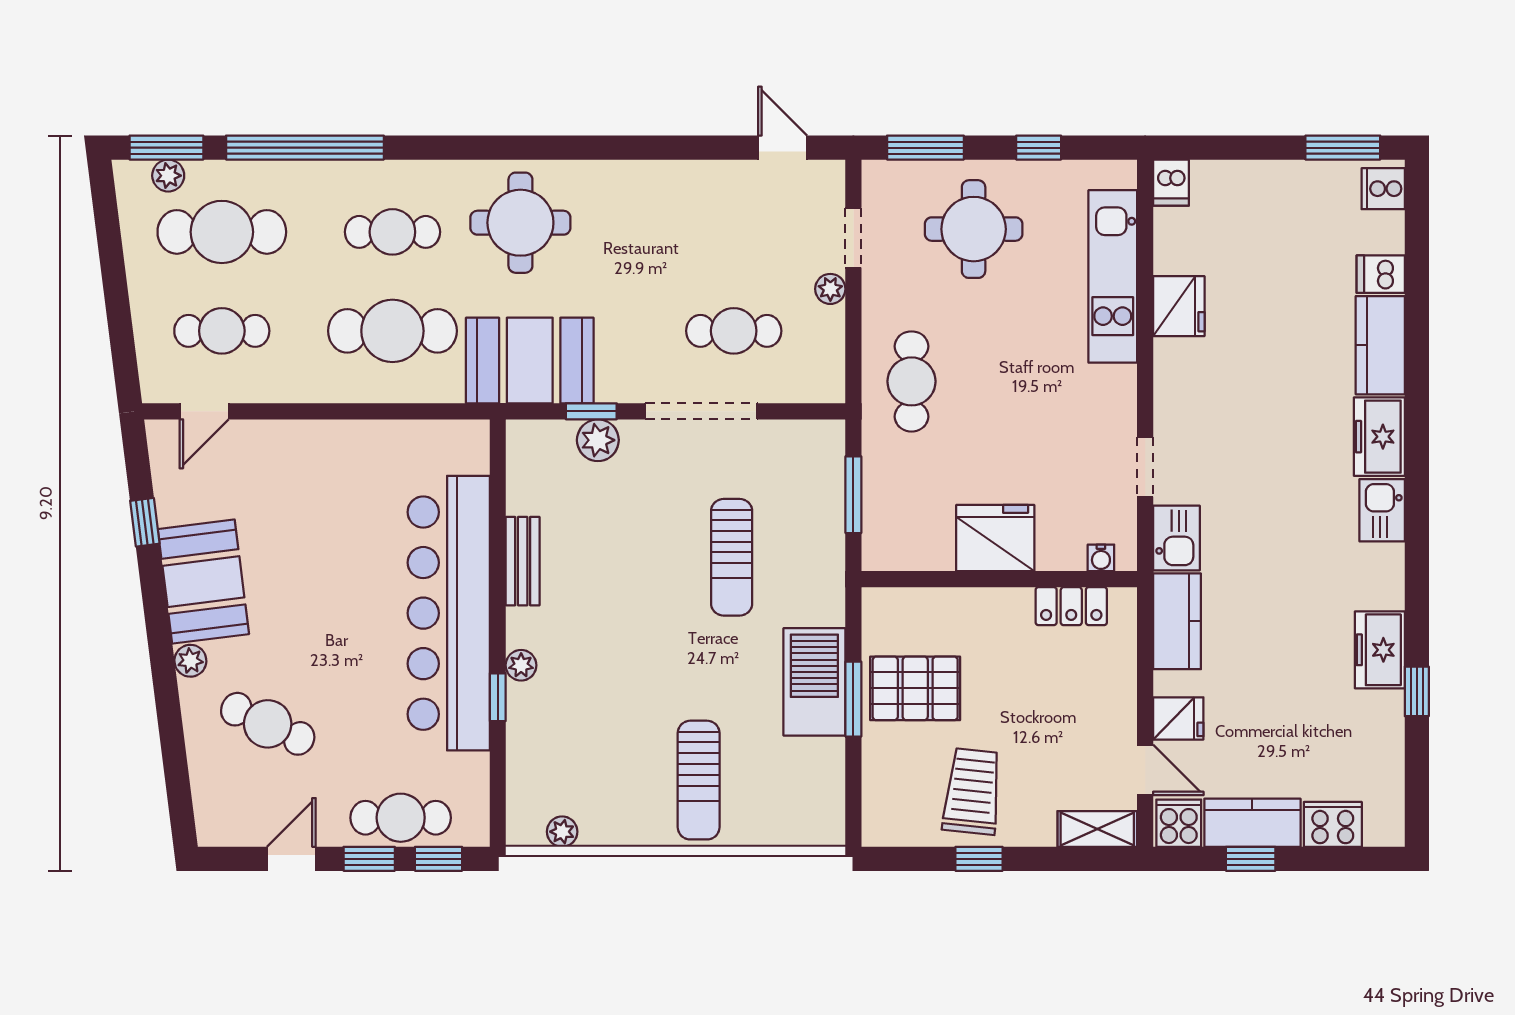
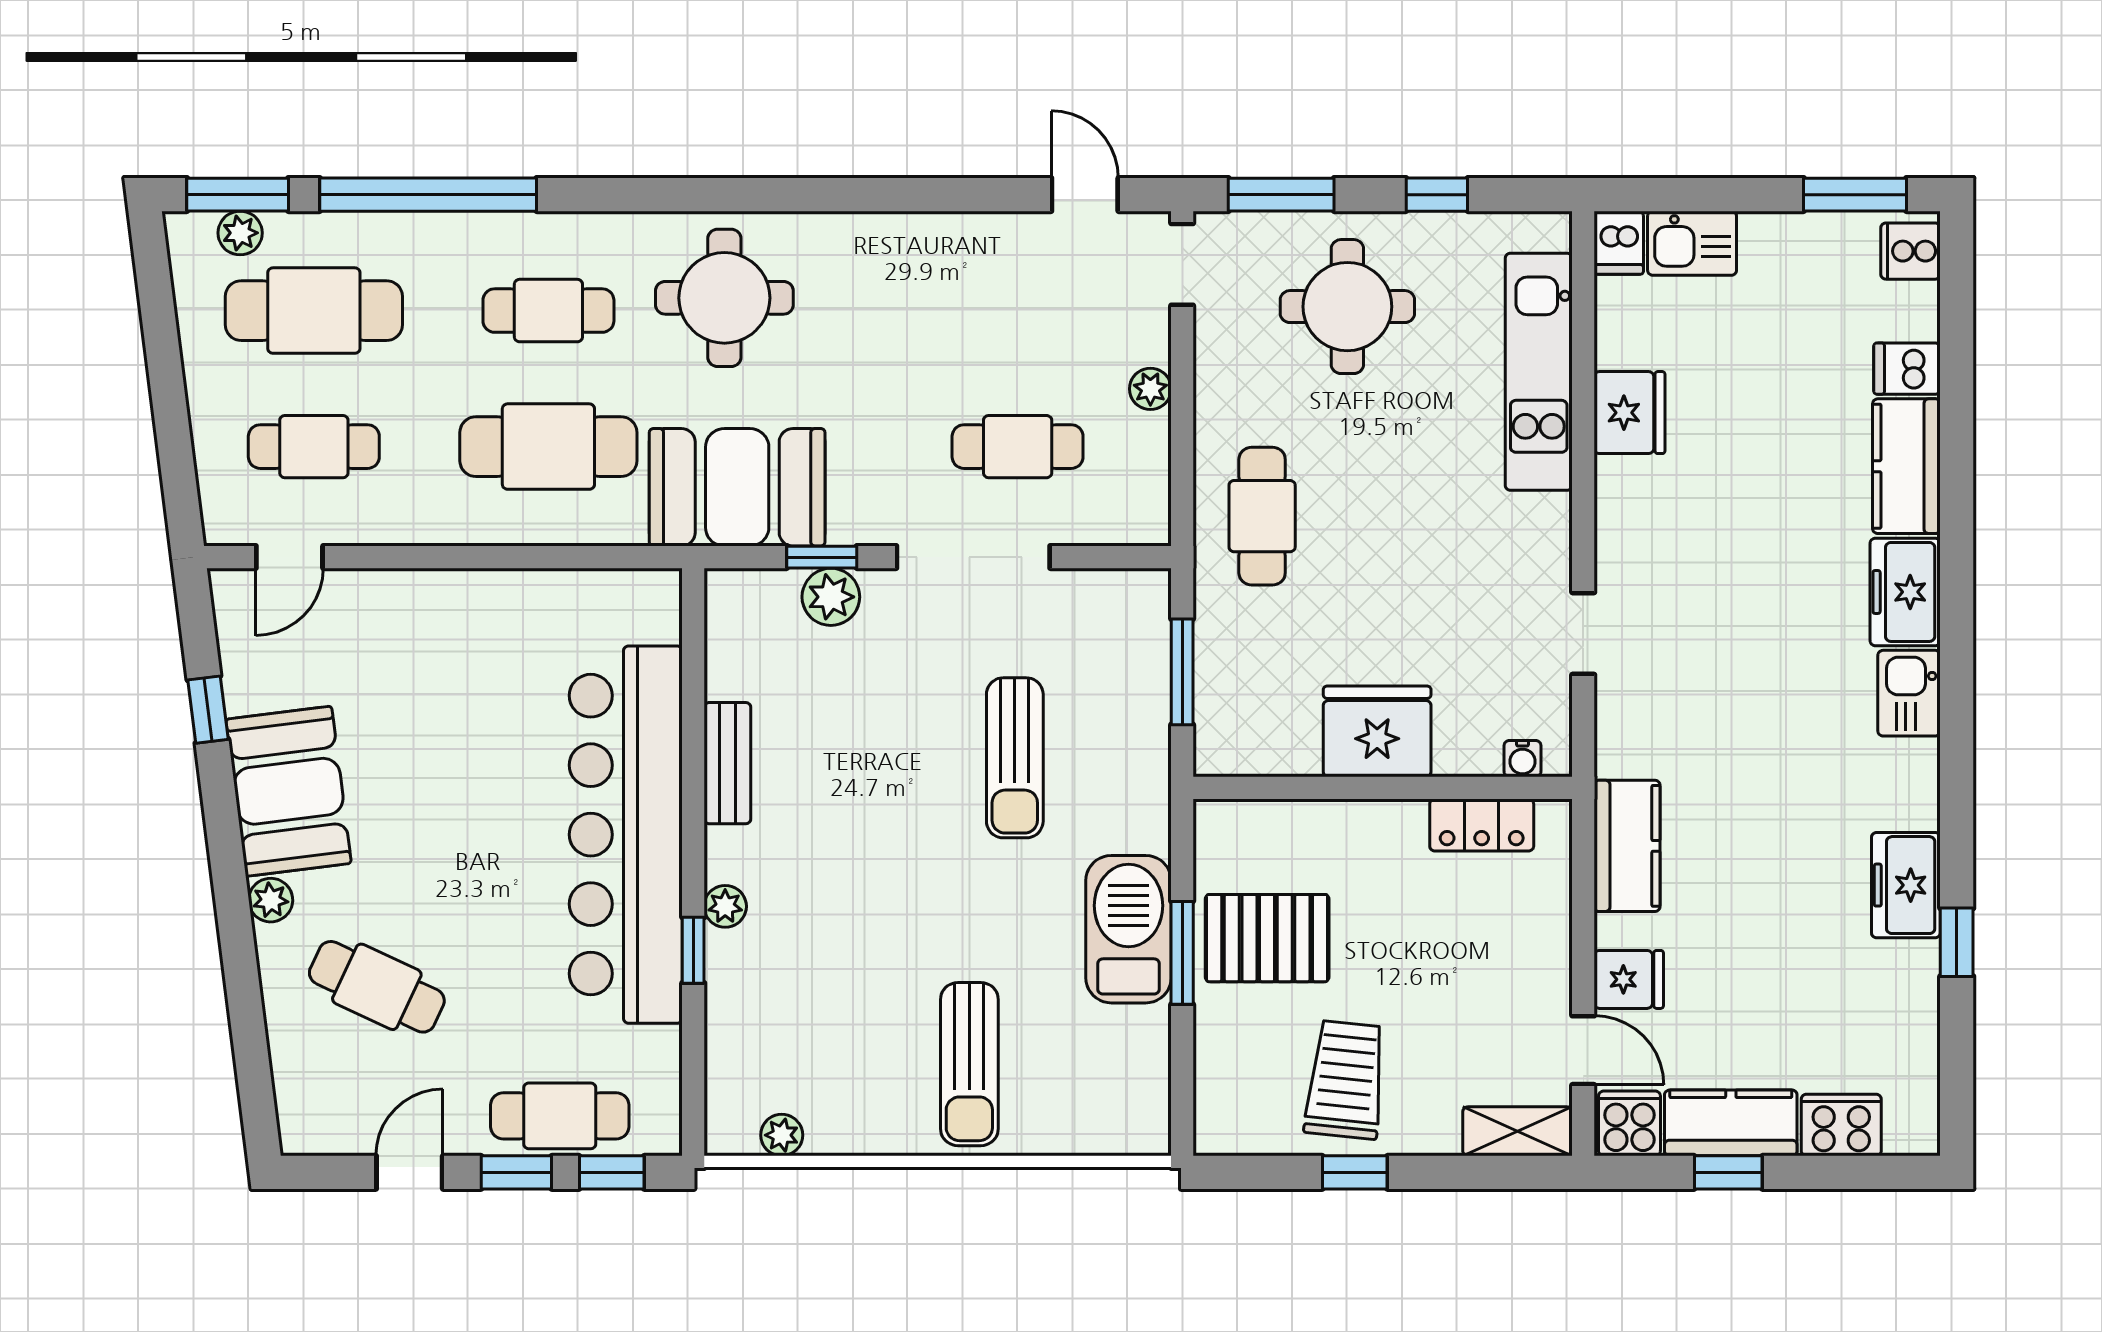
doorway: (853, 238) -> (1182, 264), moved
kitchen sink: (1176, 538) -> (1692, 243), moved, turned 90

